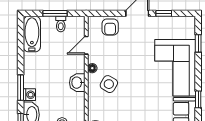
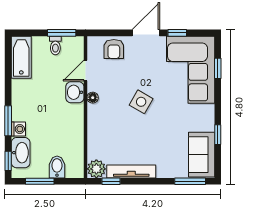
window: (55, 13) -> (62, 33), moved
corner sofa: (175, 68) -> (191, 70), moved
washbasin: (77, 83) -> (75, 92), moved
side table: (109, 84) -> (141, 102), moved

